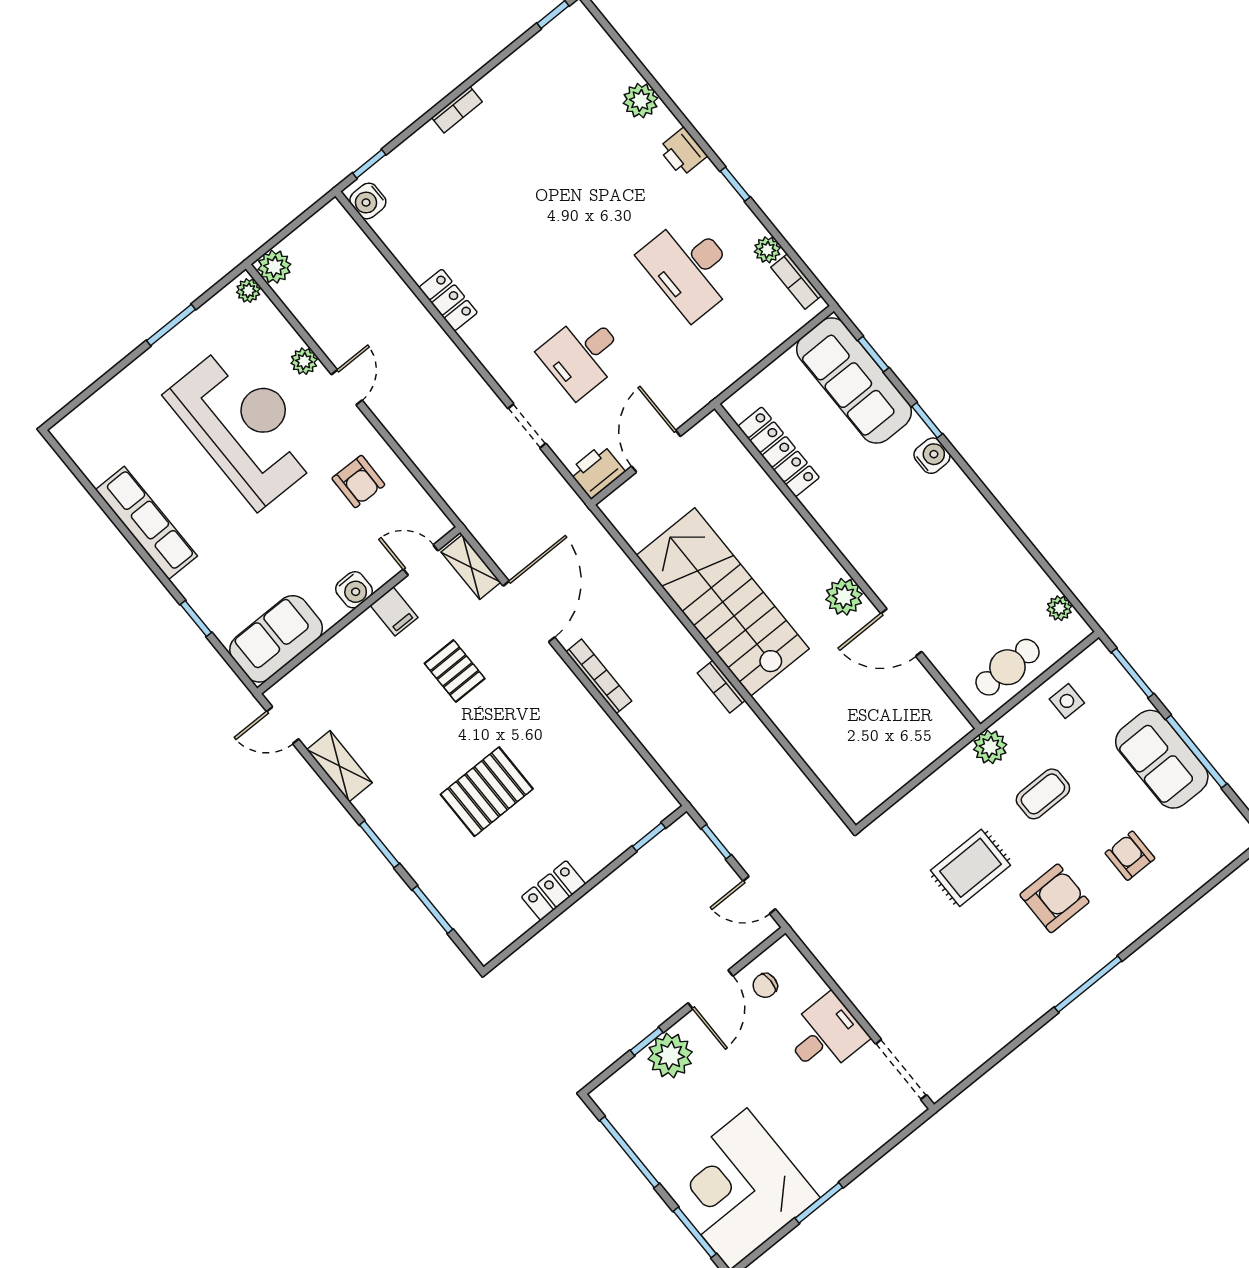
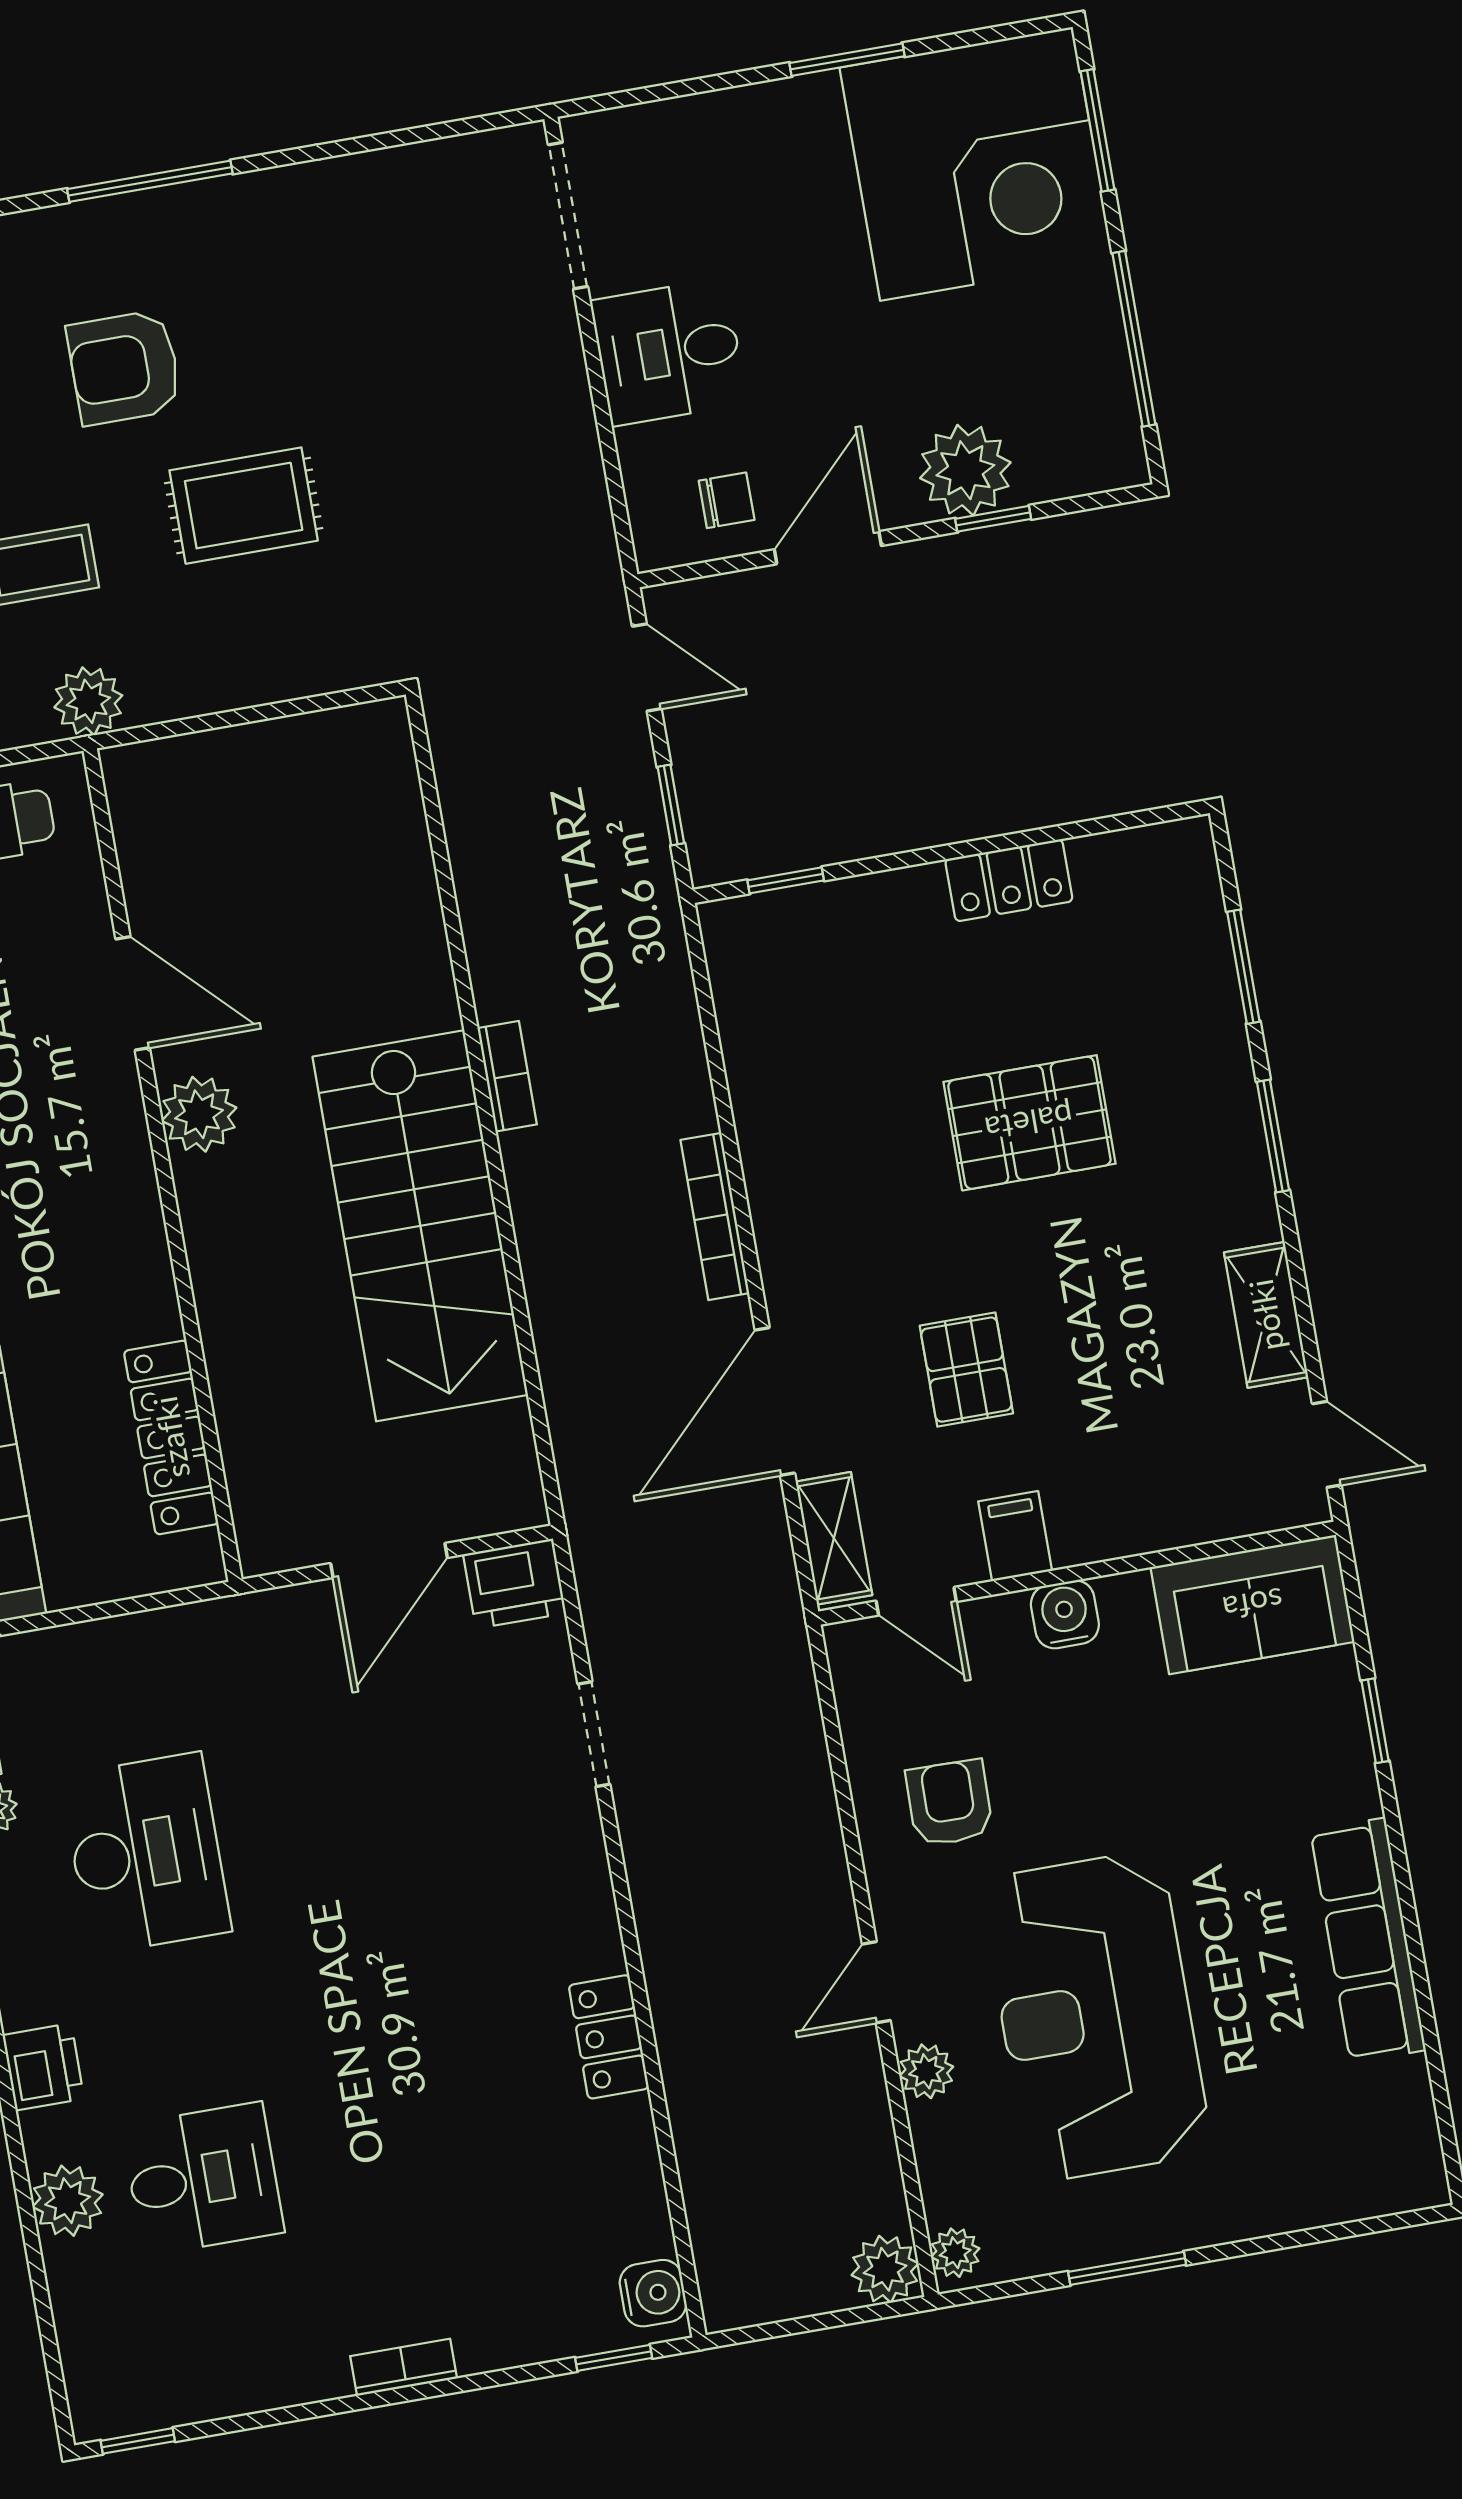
desk: (582, 355) -> (203, 2179), moved

